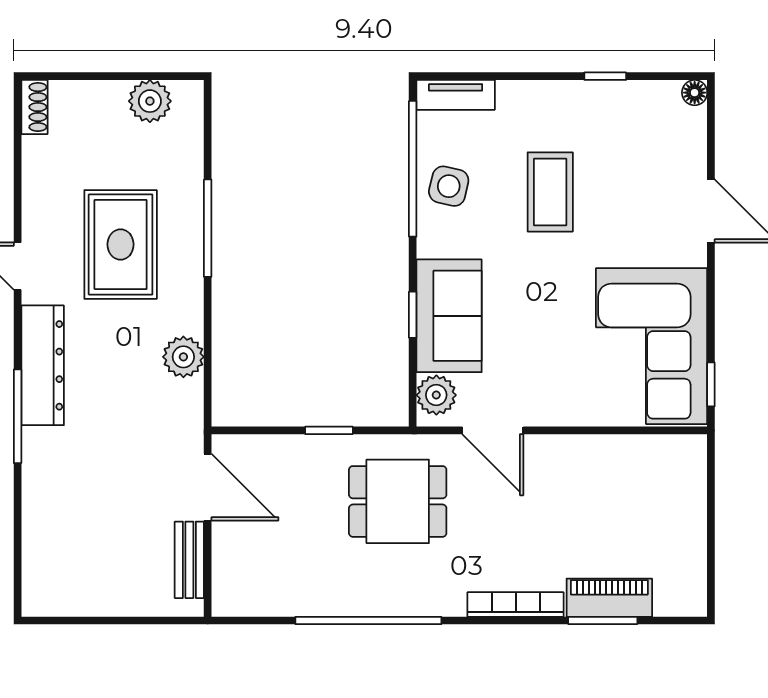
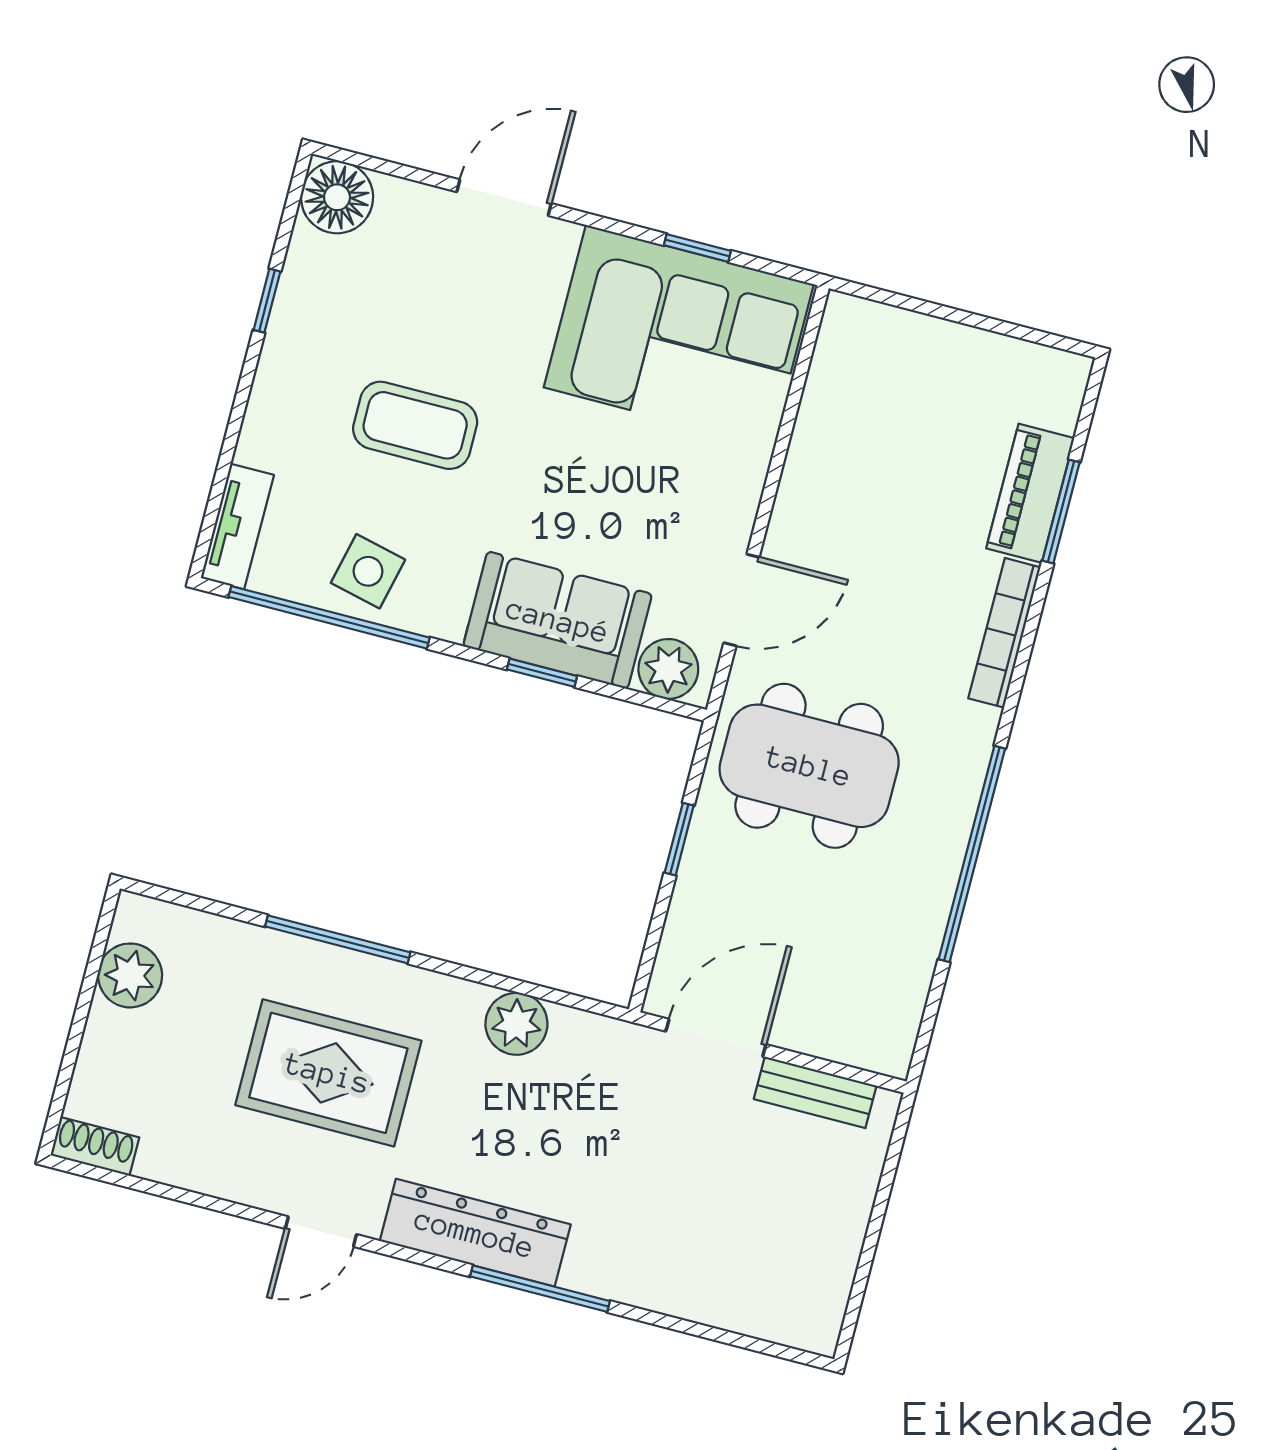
floor lamp: (695, 93) -> (337, 197), width x1.89, depth x1.89
window: (711, 384) -> (697, 248), moved
dining table: (398, 501) -> (809, 766), width x1.38

